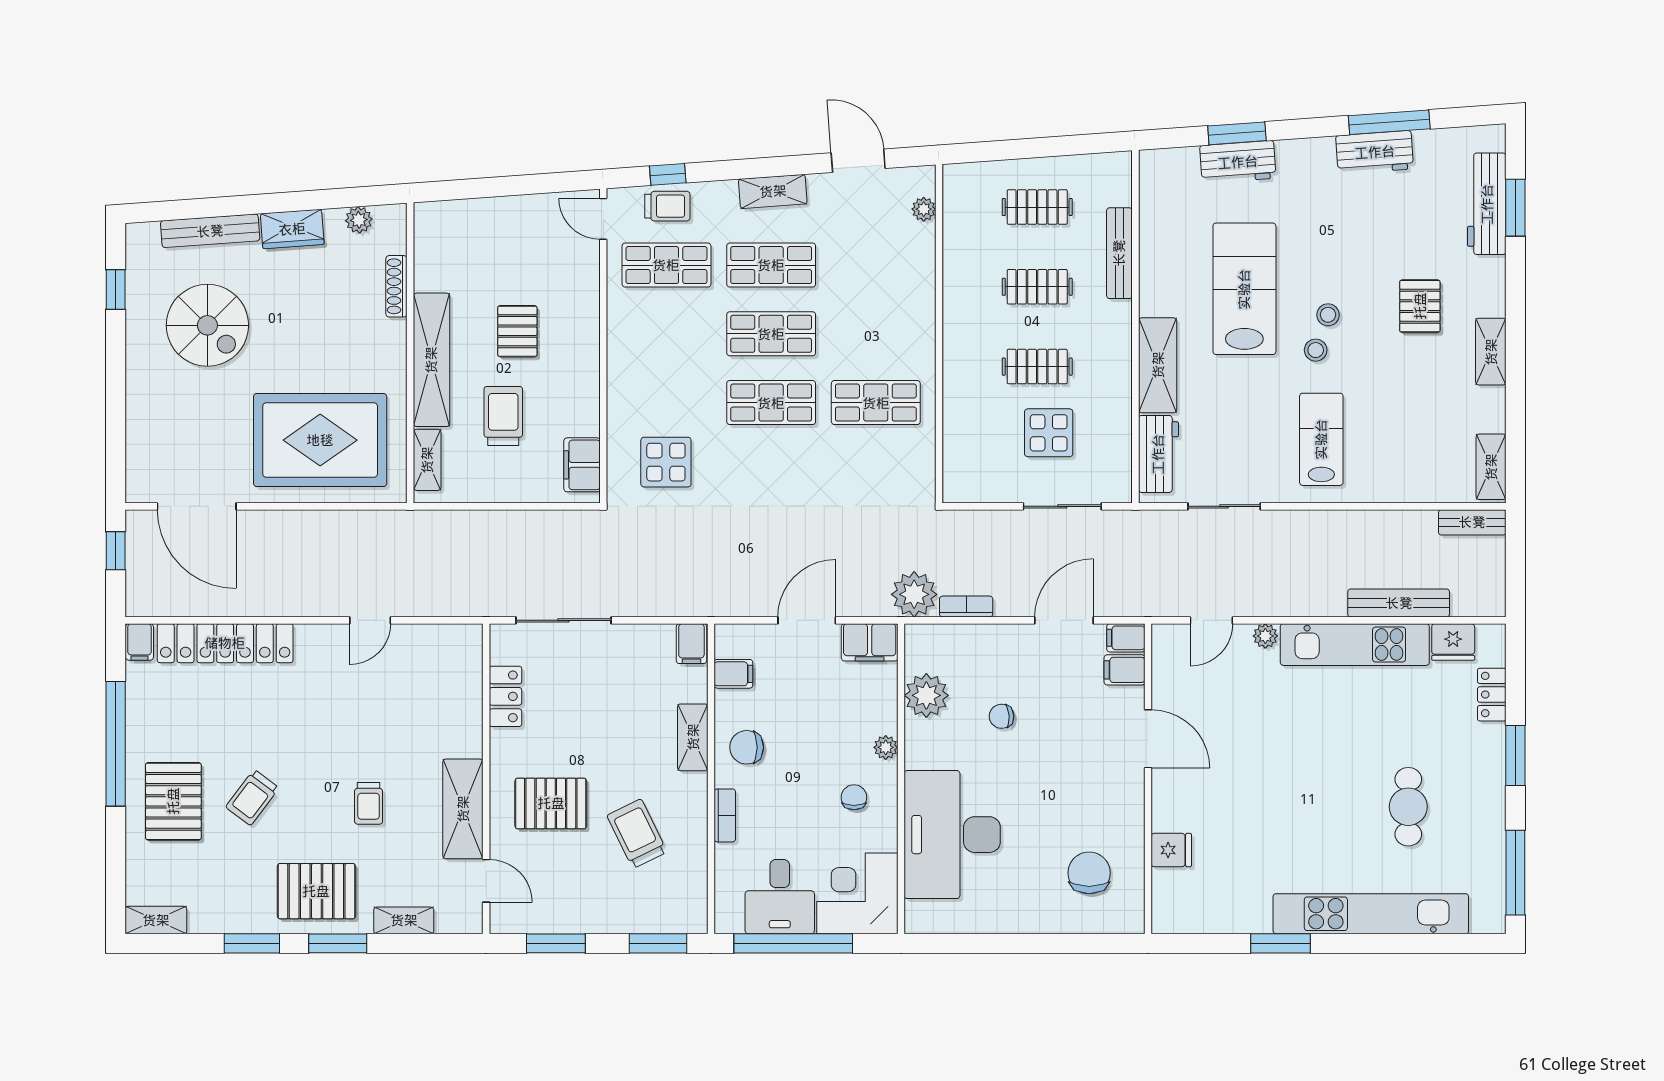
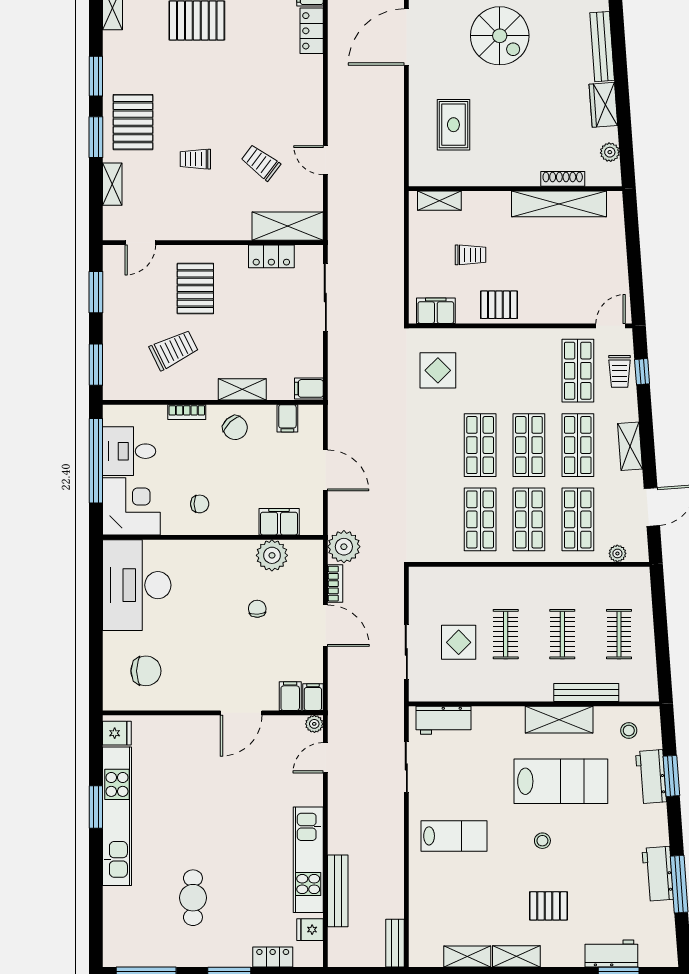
workbench: (1487, 204) -> (611, 953), width x0.73
shop shelf: (876, 265) -> (578, 519), added
spiral stairs: (207, 325) -> (500, 36), moved, turned -90
pallet: (517, 331) -> (499, 305), moved
shop shelf: (876, 334) -> (529, 519), added
stool: (1316, 350) -> (629, 730), moved
shelving: (431, 360) -> (559, 204), moved
shelving: (1158, 365) -> (559, 720), moved
trolley: (503, 416) -> (471, 255), width x0.73, depth x0.72
rug: (320, 440) -> (453, 125), width x0.54, depth x0.49
shelving: (1491, 467) -> (467, 957), moved
door: (1064, 620) -> (325, 626), moved
door: (1211, 620) -> (325, 758), hinge flipped
plant: (1265, 636) -> (314, 724), moved
filing cabinet: (870, 642) -> (279, 522), moved, turned 90
fridge: (1453, 642) -> (310, 930), width x0.72
locker: (225, 643) -> (312, 31), width x0.46, depth x0.83
chair: (747, 747) -> (235, 428), turned 137
plant: (886, 747) -> (235, 526), removed
trolley: (252, 797) -> (261, 163), moved
cafe table: (1408, 807) -> (193, 898), turned 90
shelving: (463, 809) -> (288, 226), moved
desk: (952, 835) -> (137, 585), moved, turned -90
fridge: (1171, 850) -> (117, 733), moved, turned -90
kitchen unit: (1371, 914) -> (117, 816), moved

